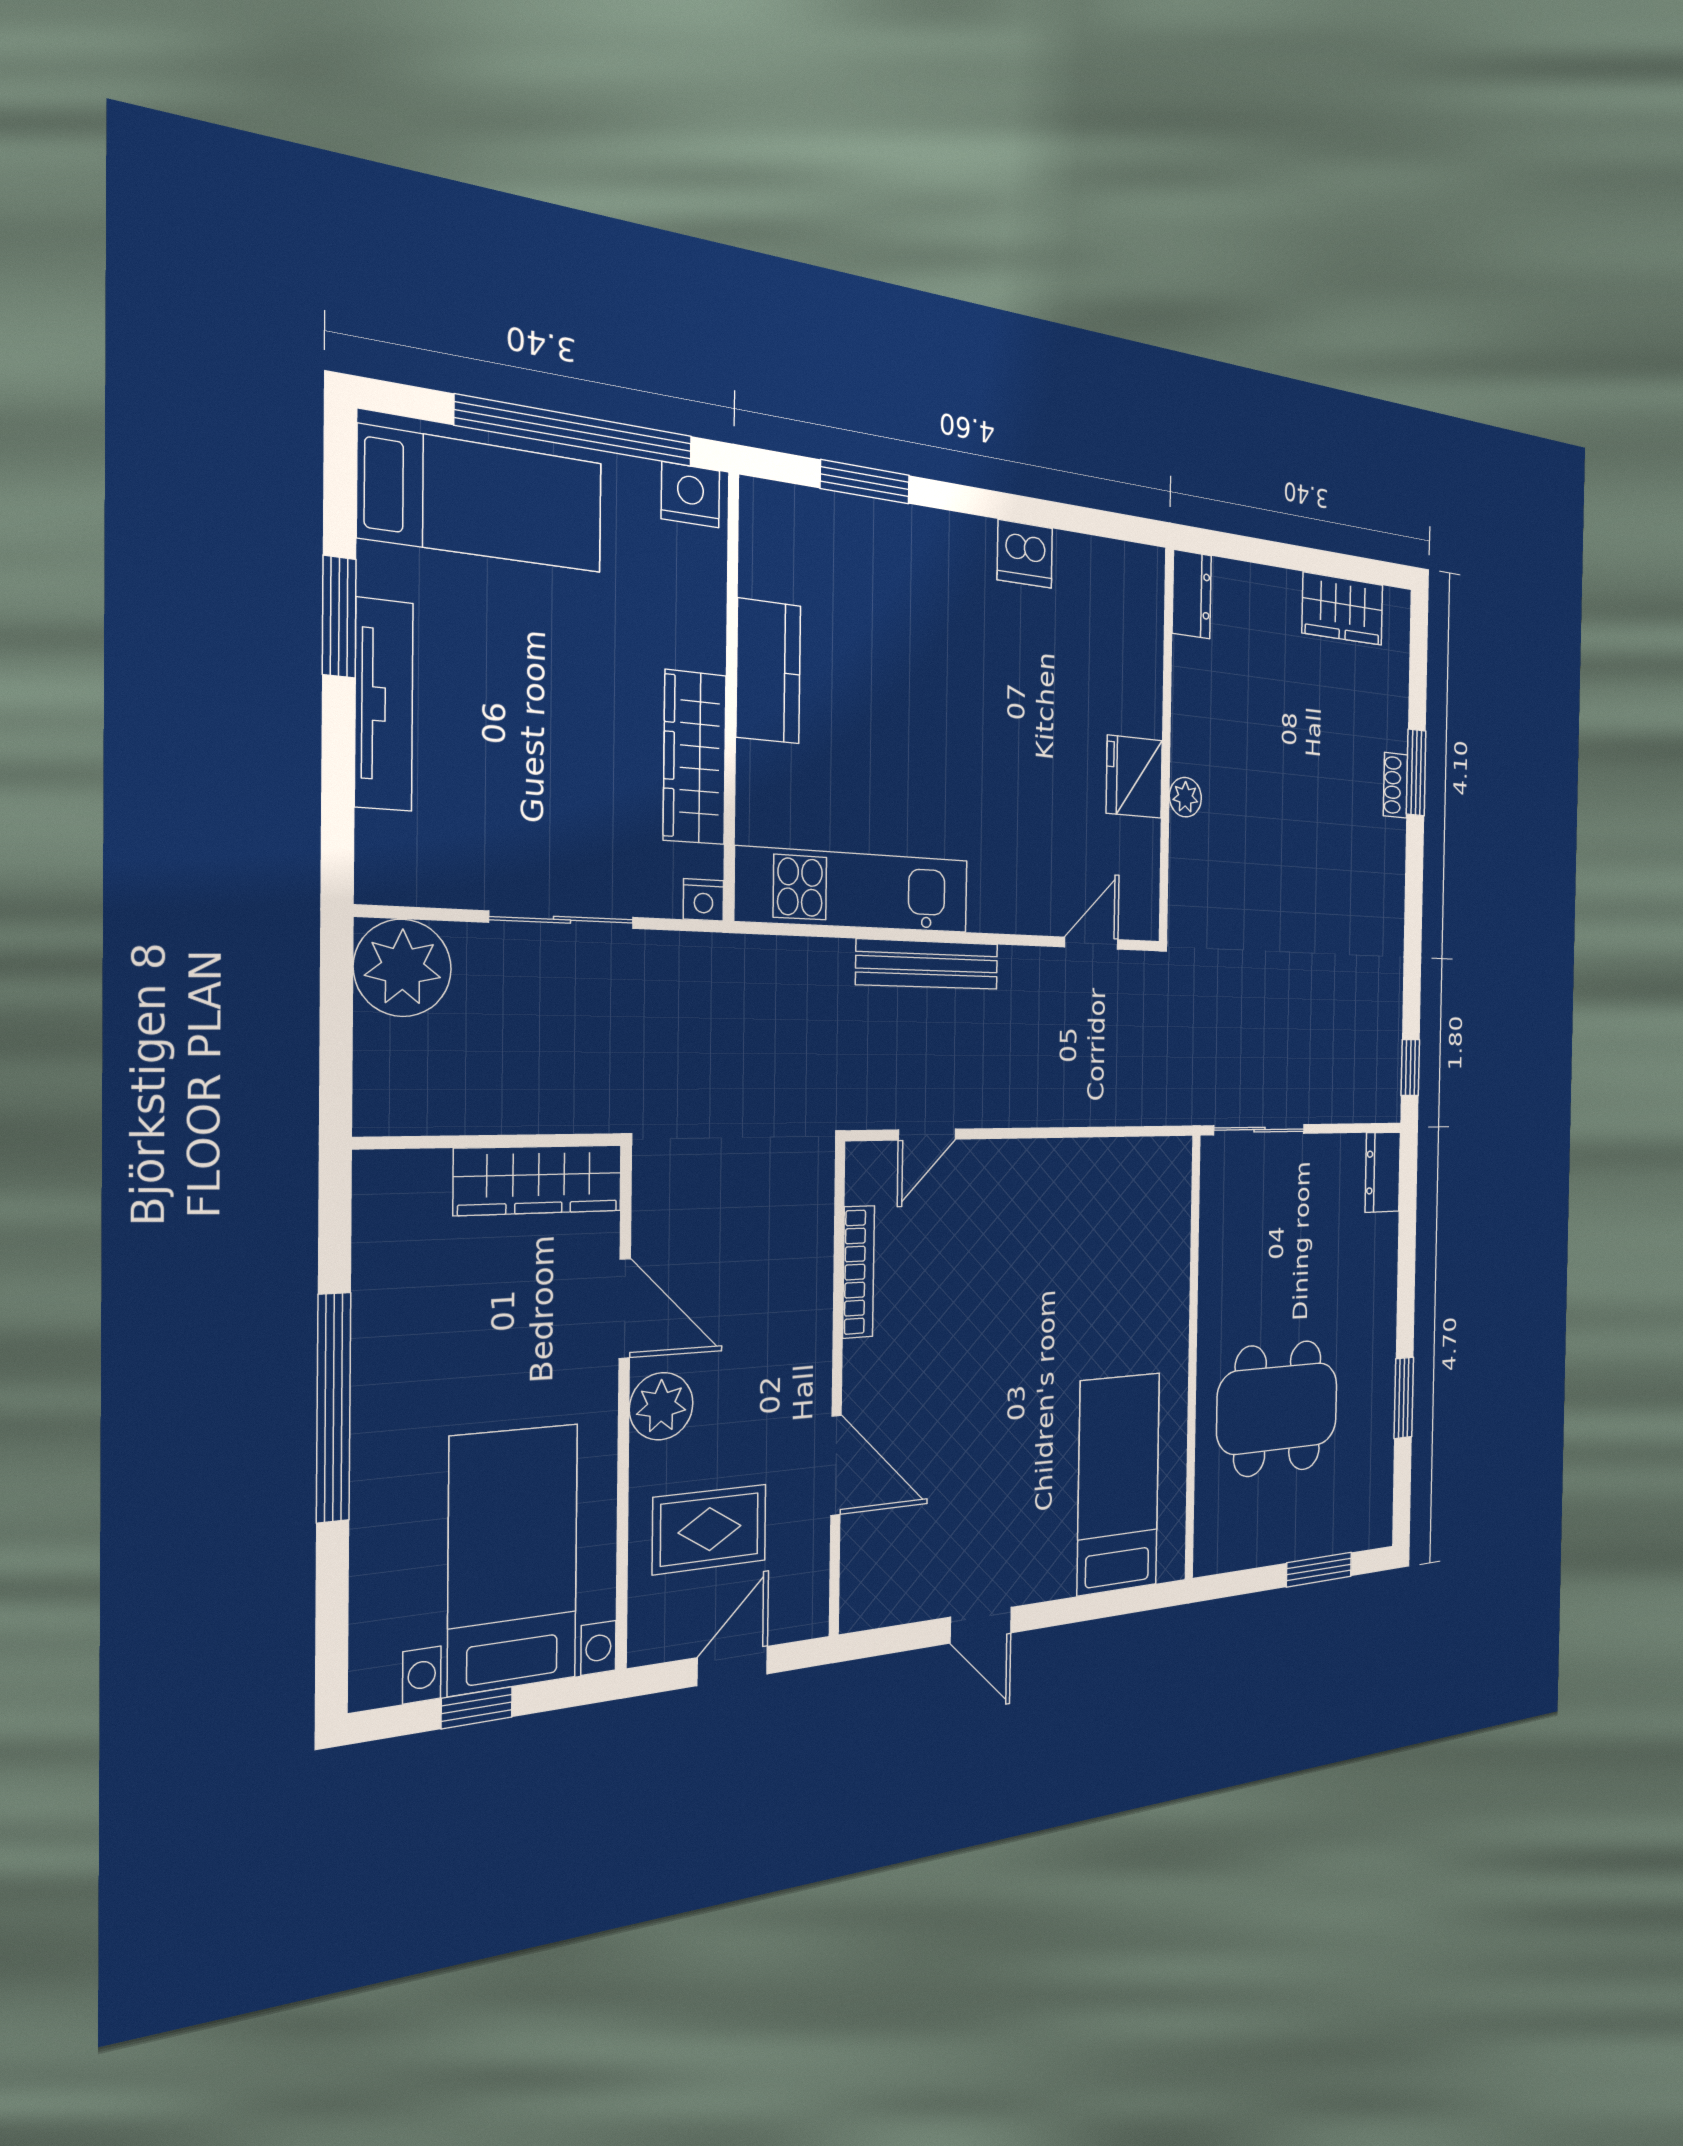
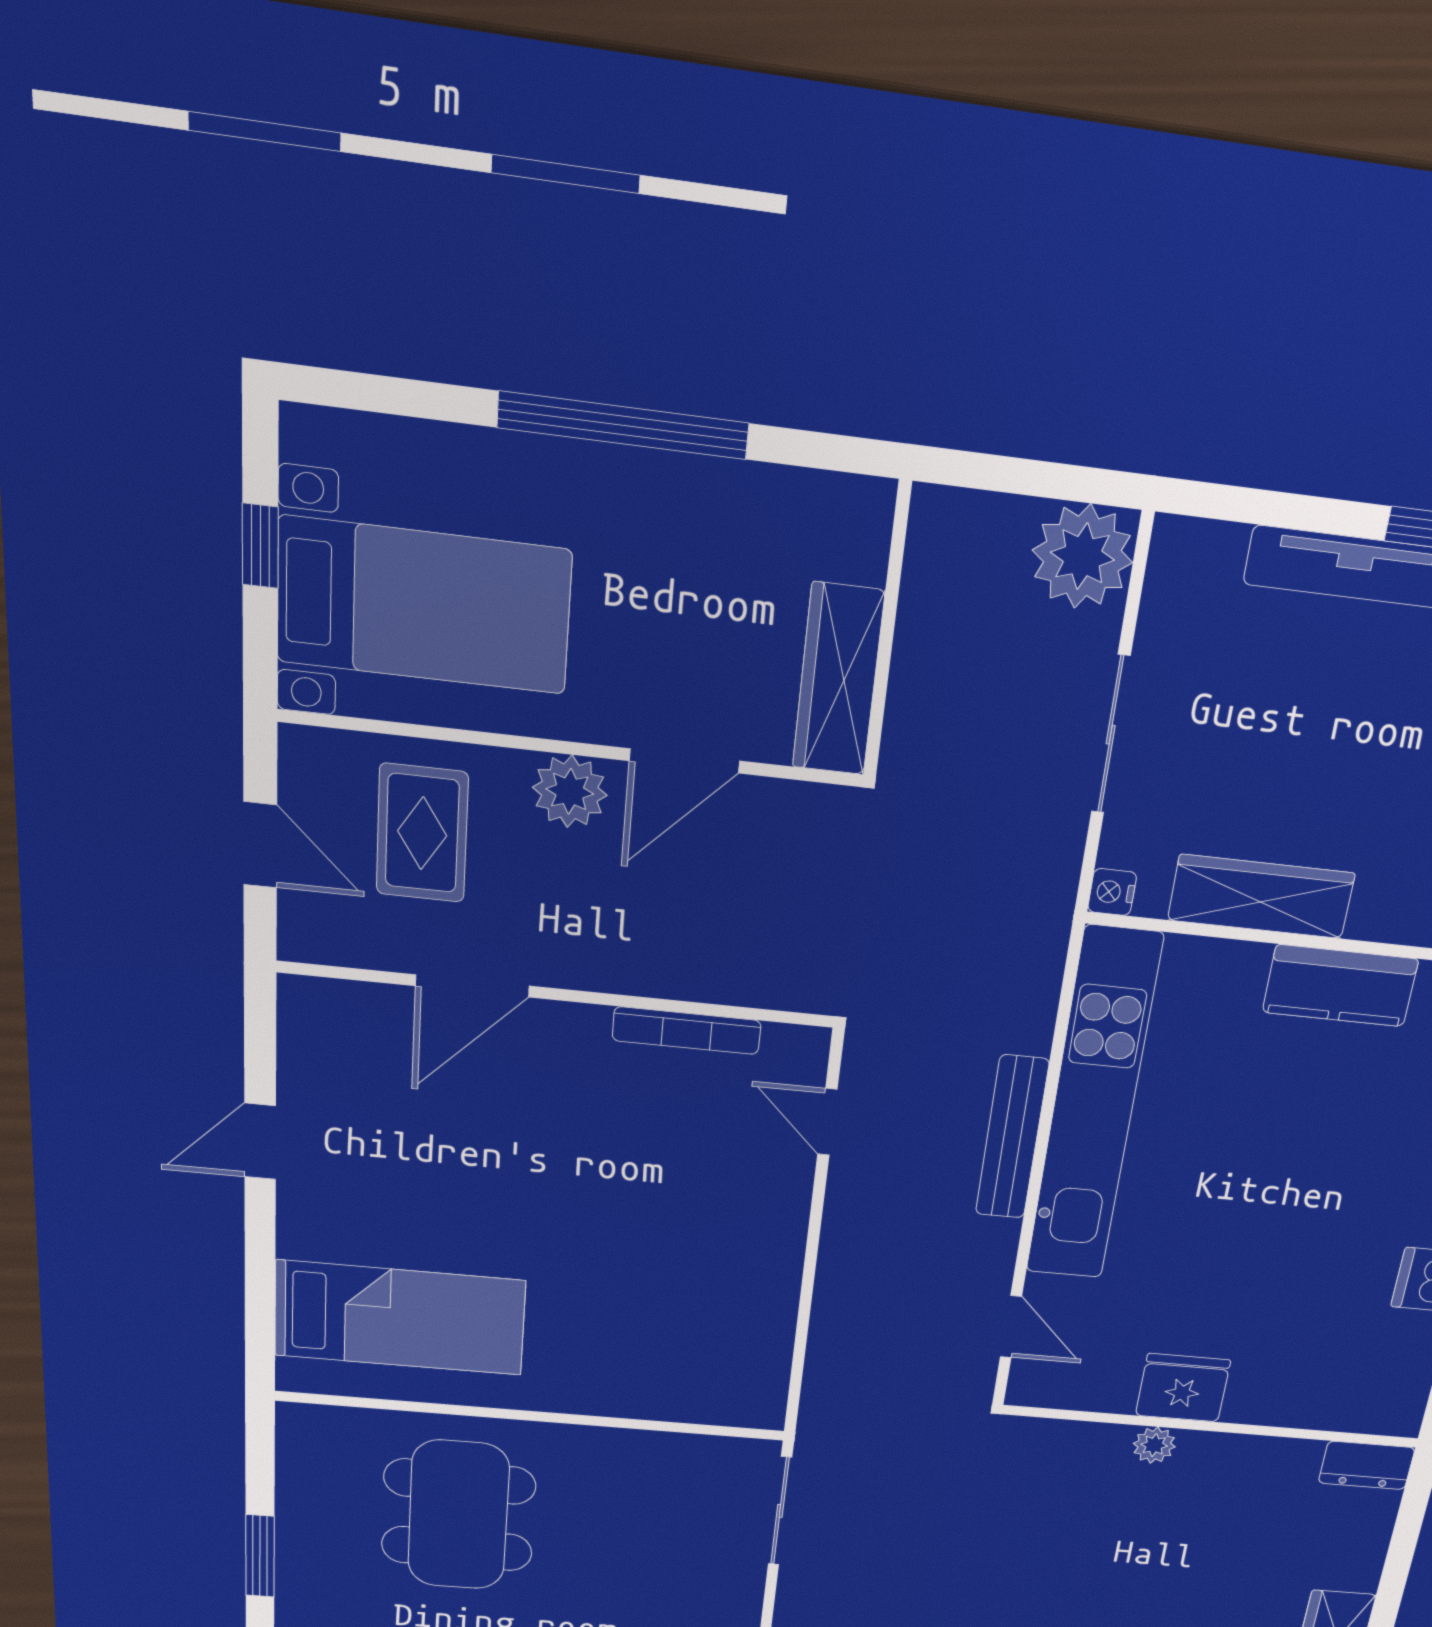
kitchen unit: (854, 890) -> (1093, 1107), width x1.36

